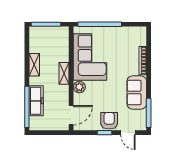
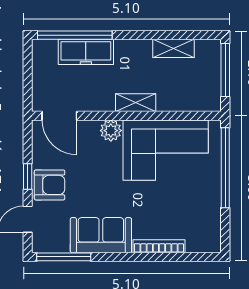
shelving: (34, 65) -> (174, 48), moved

